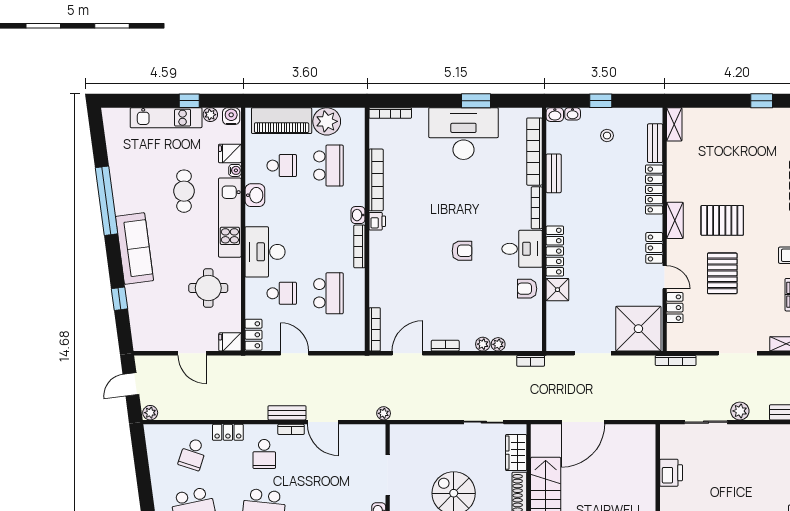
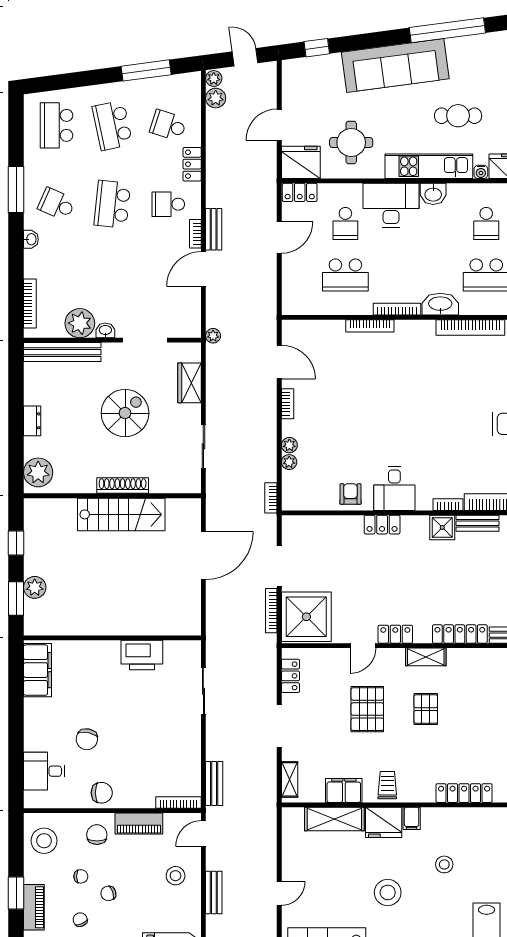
washbasin: (255, 195) -> (433, 194), moved
bookcase: (537, 208) -> (448, 505), width x0.64
washbasin: (358, 215) -> (440, 304), width x1.91, depth x1.45
pallet: (722, 220) -> (426, 709), width x0.67, depth x0.71
printer: (377, 221) -> (425, 329), removed
sofa: (134, 249) -> (395, 66), width x1.36, depth x1.27
armchair: (462, 251) -> (392, 422), removed
locker: (555, 251) -> (382, 525), width x0.66
pallet: (722, 273) -> (367, 709), turned 90
shower: (557, 290) -> (442, 527), moved
window: (120, 299) -> (317, 48), moved
locker: (675, 308) -> (290, 676), moved, turned -90
bookcase: (375, 329) -> (370, 326), moved
fridge: (230, 342) -> (301, 162), width x1.88, depth x1.34
bookcase: (676, 361) -> (271, 611), moved
plant: (740, 411) -> (216, 98), moved
door: (583, 422) -> (203, 556), swing flipped
wardrobe: (516, 453) -> (190, 383), moved, turned -90
printer: (671, 473) -> (142, 655), width x1.37, depth x1.19
window: (143, 474) -> (146, 70), added

